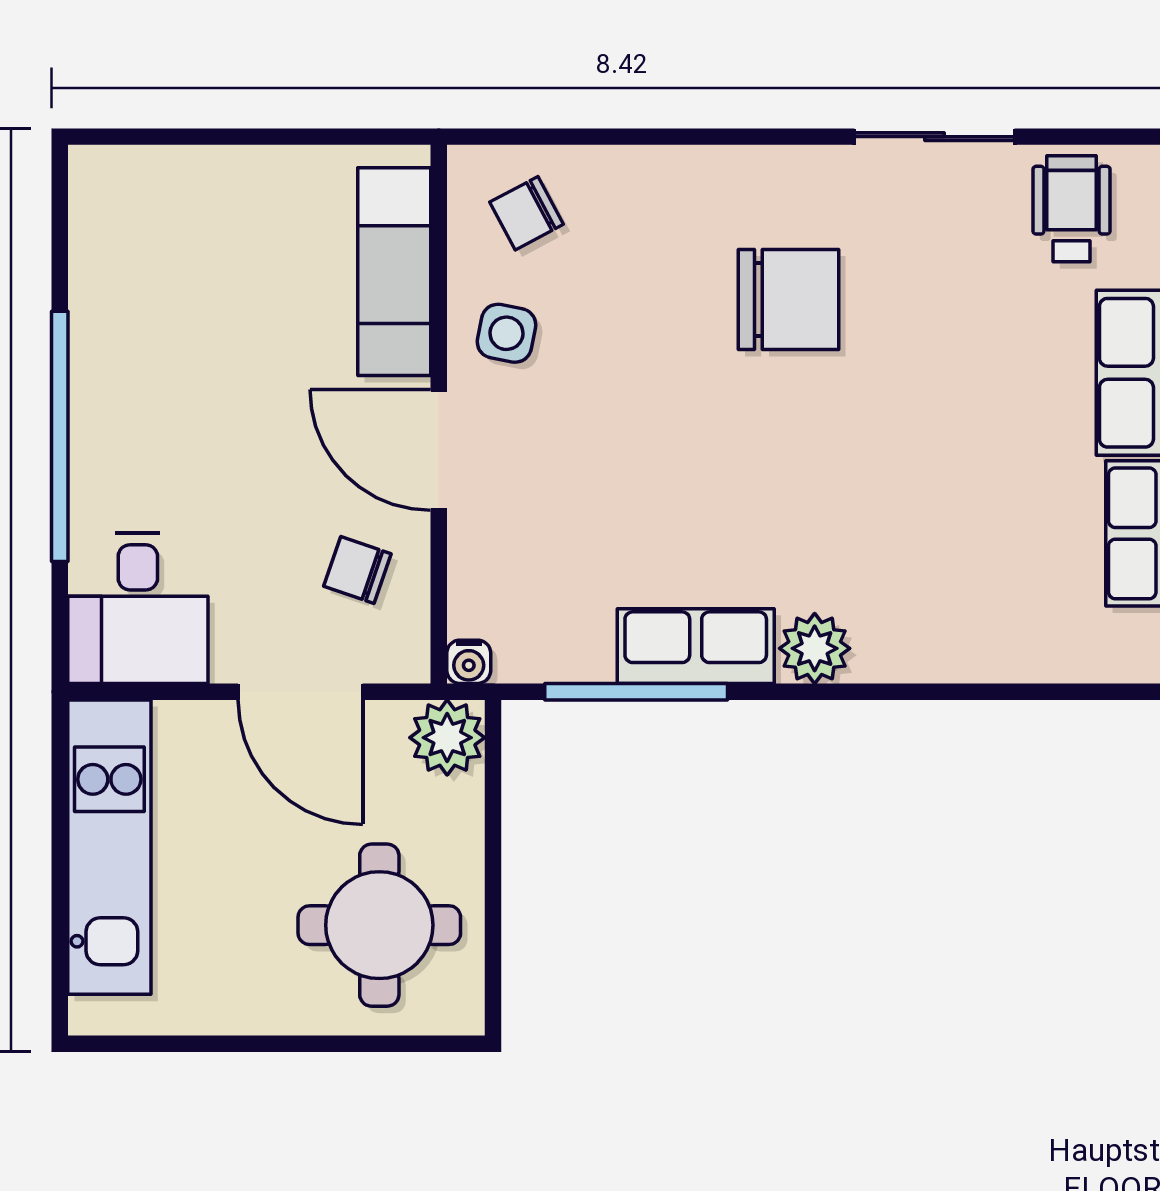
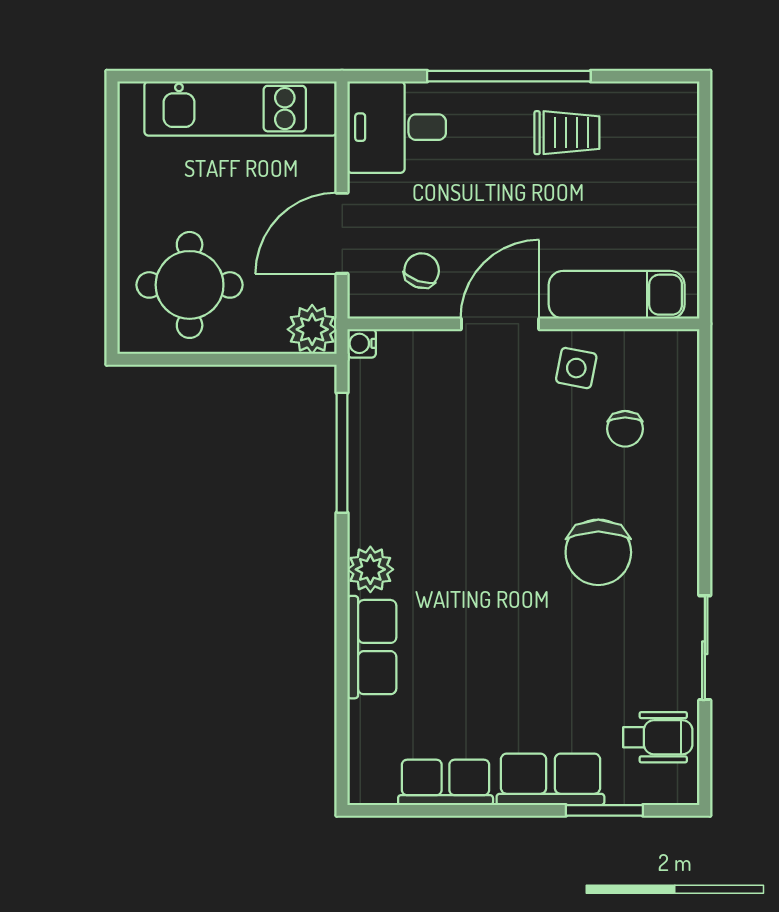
chair: (527, 213) -> (625, 429), moved, turned -152
trolley: (146, 348) -> (567, 133), added
row of seats: (696, 646) -> (372, 647), moved

